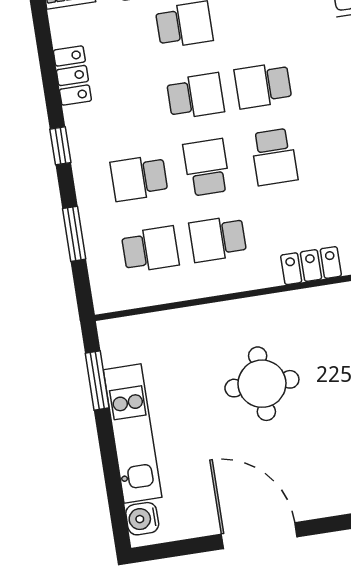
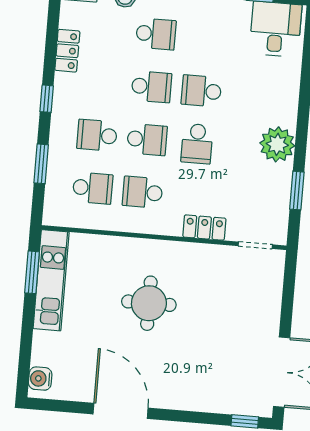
school desk: (207, 167) -> (147, 139), turned 90
kitchen unit: (133, 434) -> (51, 280), moved

